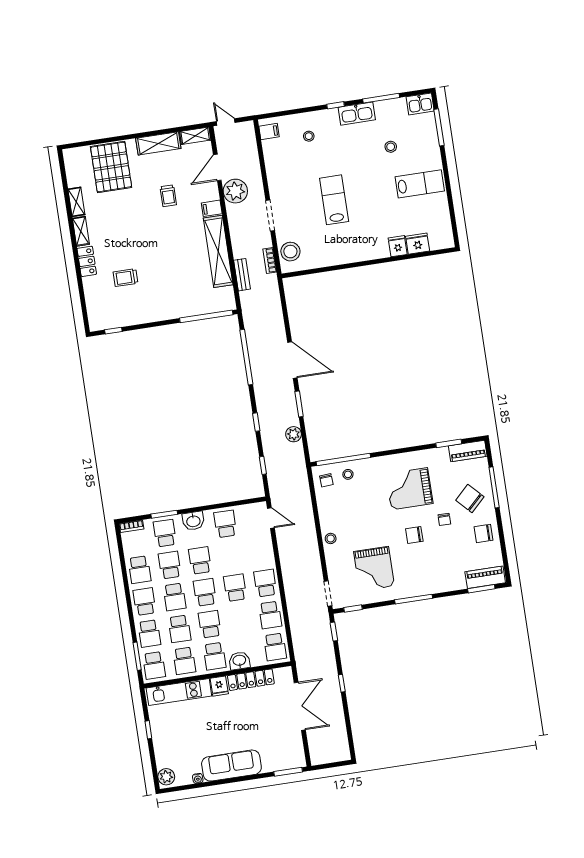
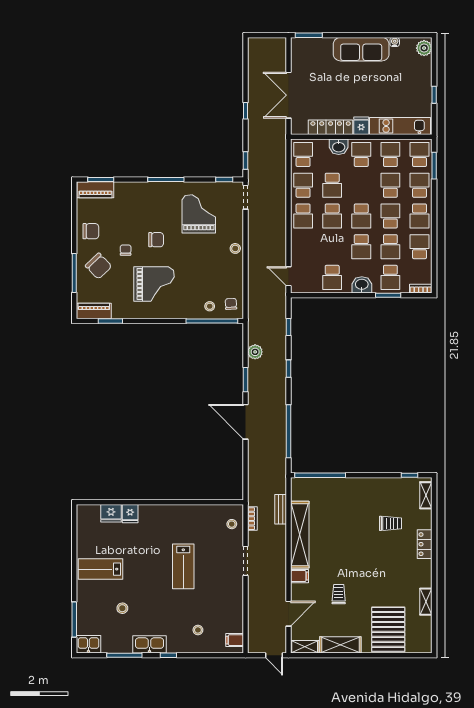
plant: (235, 191) -> (275, 589), removed
shelving: (81, 231) -> (426, 495), moved
stool: (290, 252) -> (232, 524), width x0.53, depth x0.53
school desk: (210, 624) -> (332, 185), moved

